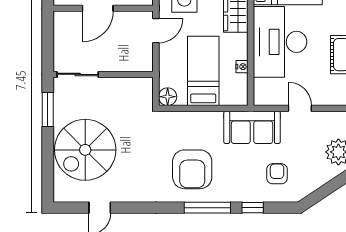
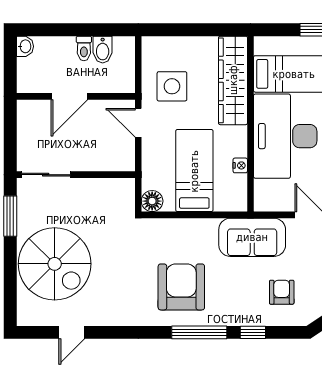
door: (156, 31) -> (138, 123), swing flipped
spiral stairs: (85, 150) -> (55, 264), turned -90
armchair: (192, 169) -> (181, 287), turned 180

